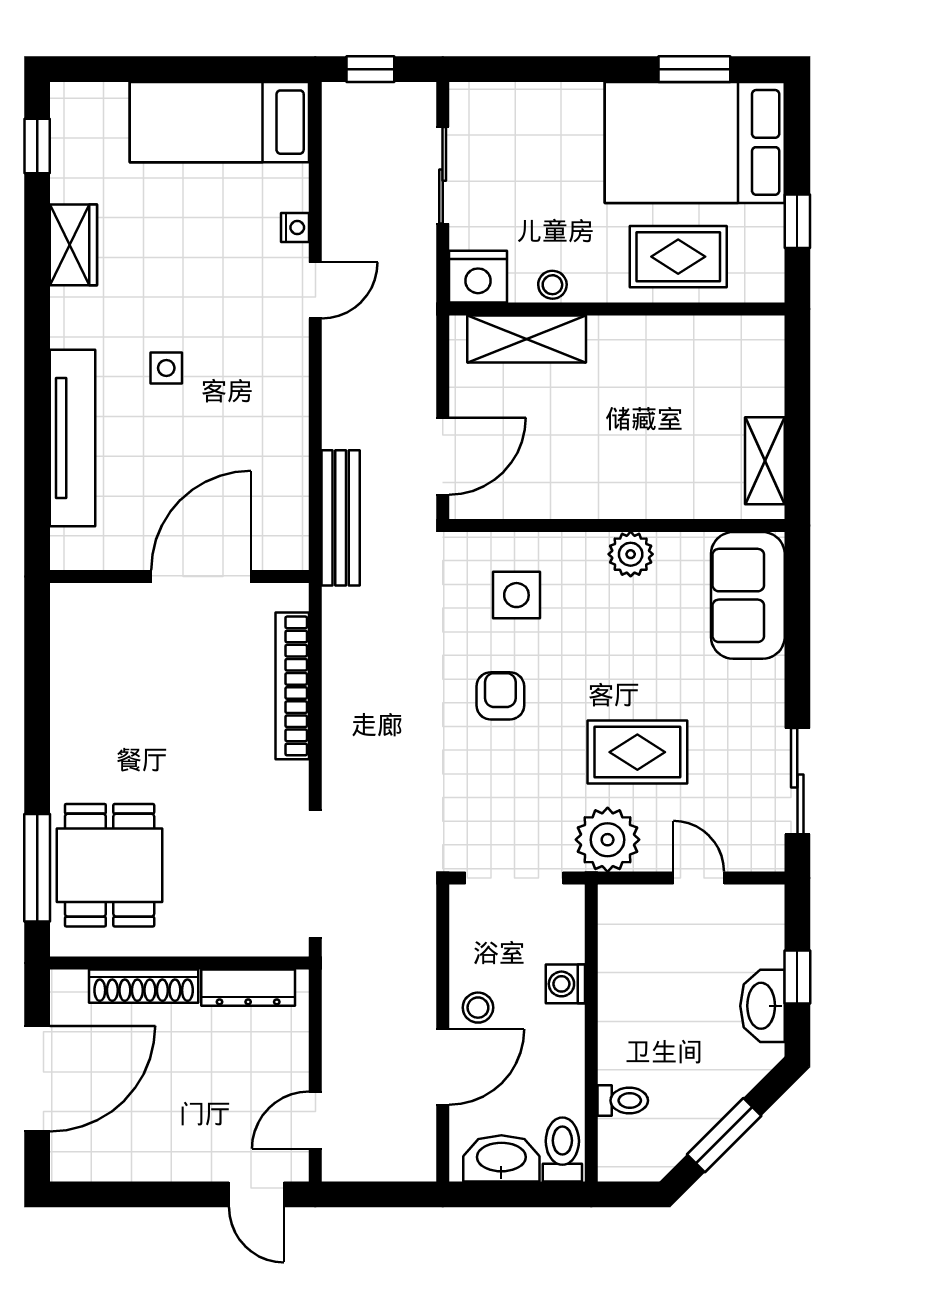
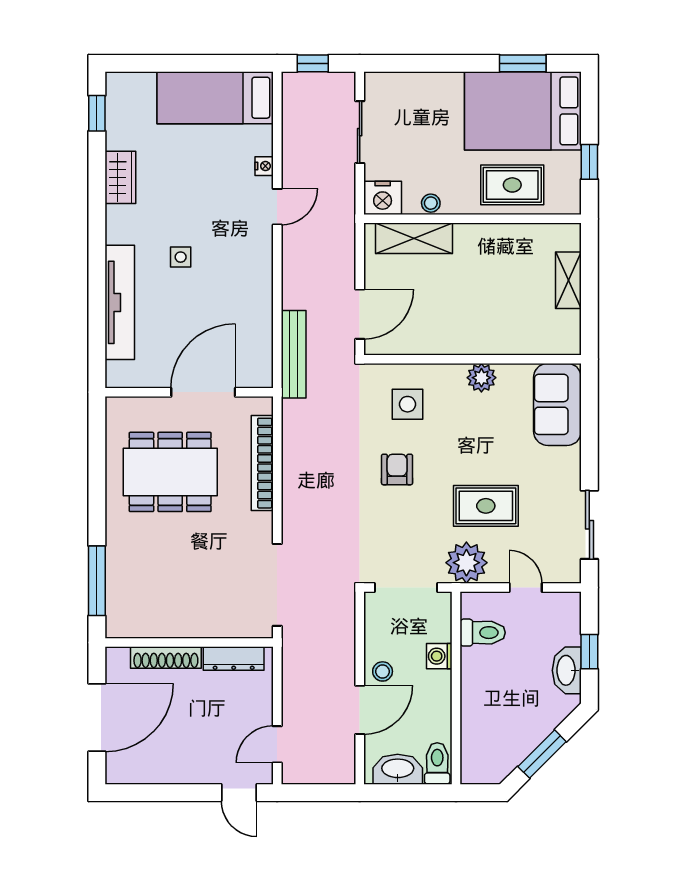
shelving: (765, 461) -> (568, 280), moved
dining table: (110, 865) -> (170, 472), moved, width x1.38
toilet: (623, 1101) -> (483, 633), moved, width x1.37, depth x1.39

